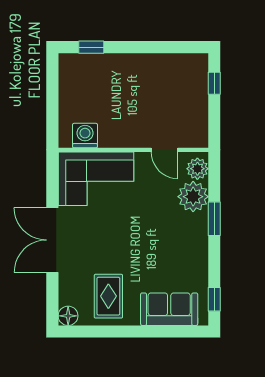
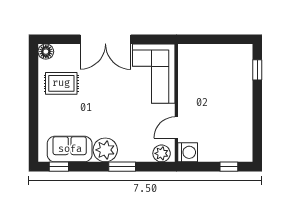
washing machine: (85, 136) -> (188, 152), moved
plant: (193, 197) -> (105, 150), moved
double door: (52, 240) -> (105, 39), swing flipped
sofa: (169, 309) -> (70, 149), moved, turned -90

